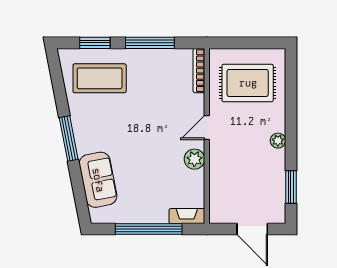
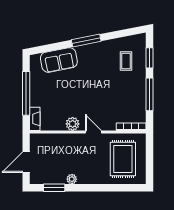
coffee table: (100, 78) -> (126, 61), width x0.54, depth x0.58
plant: (278, 141) -> (72, 179), moved

